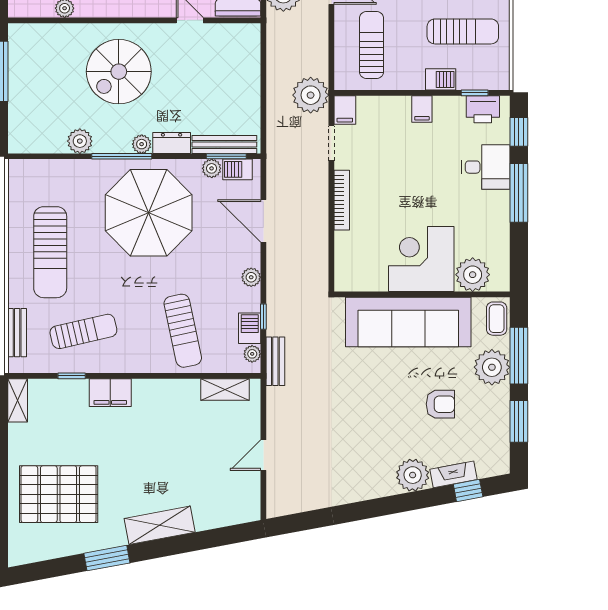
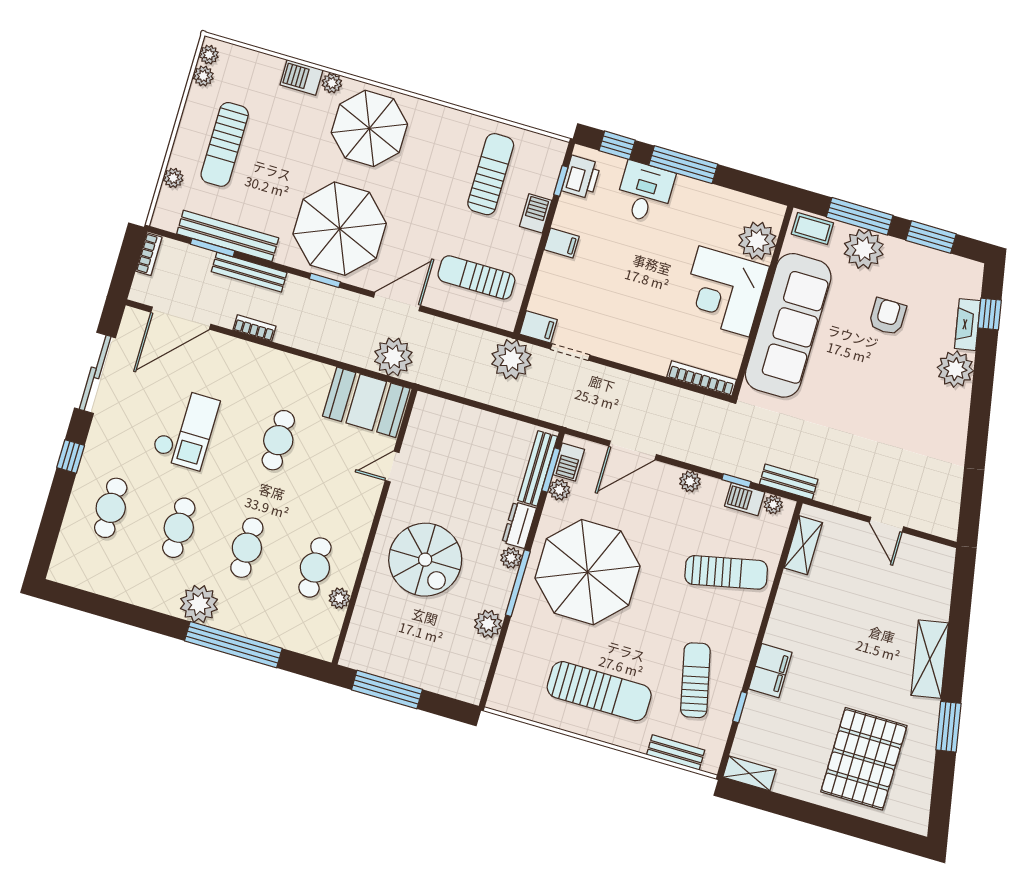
bookcase: (342, 200) -> (702, 378), moved

